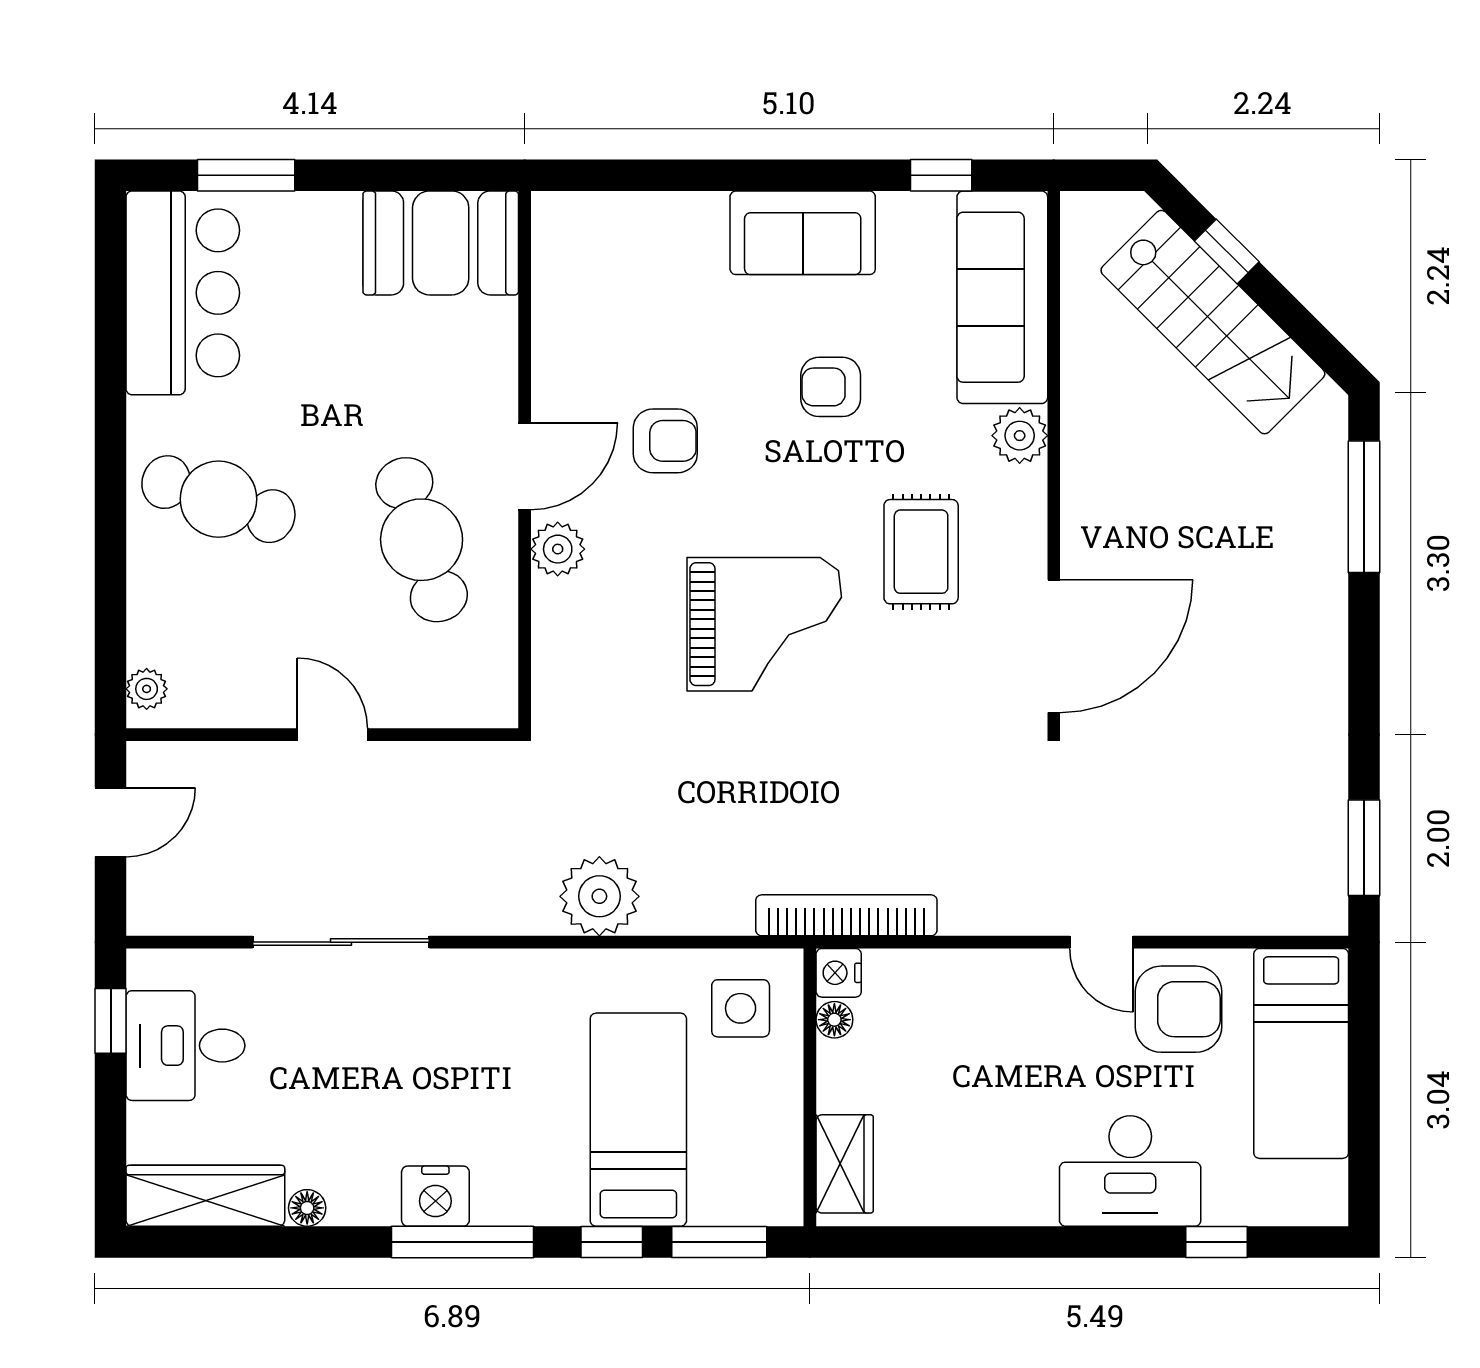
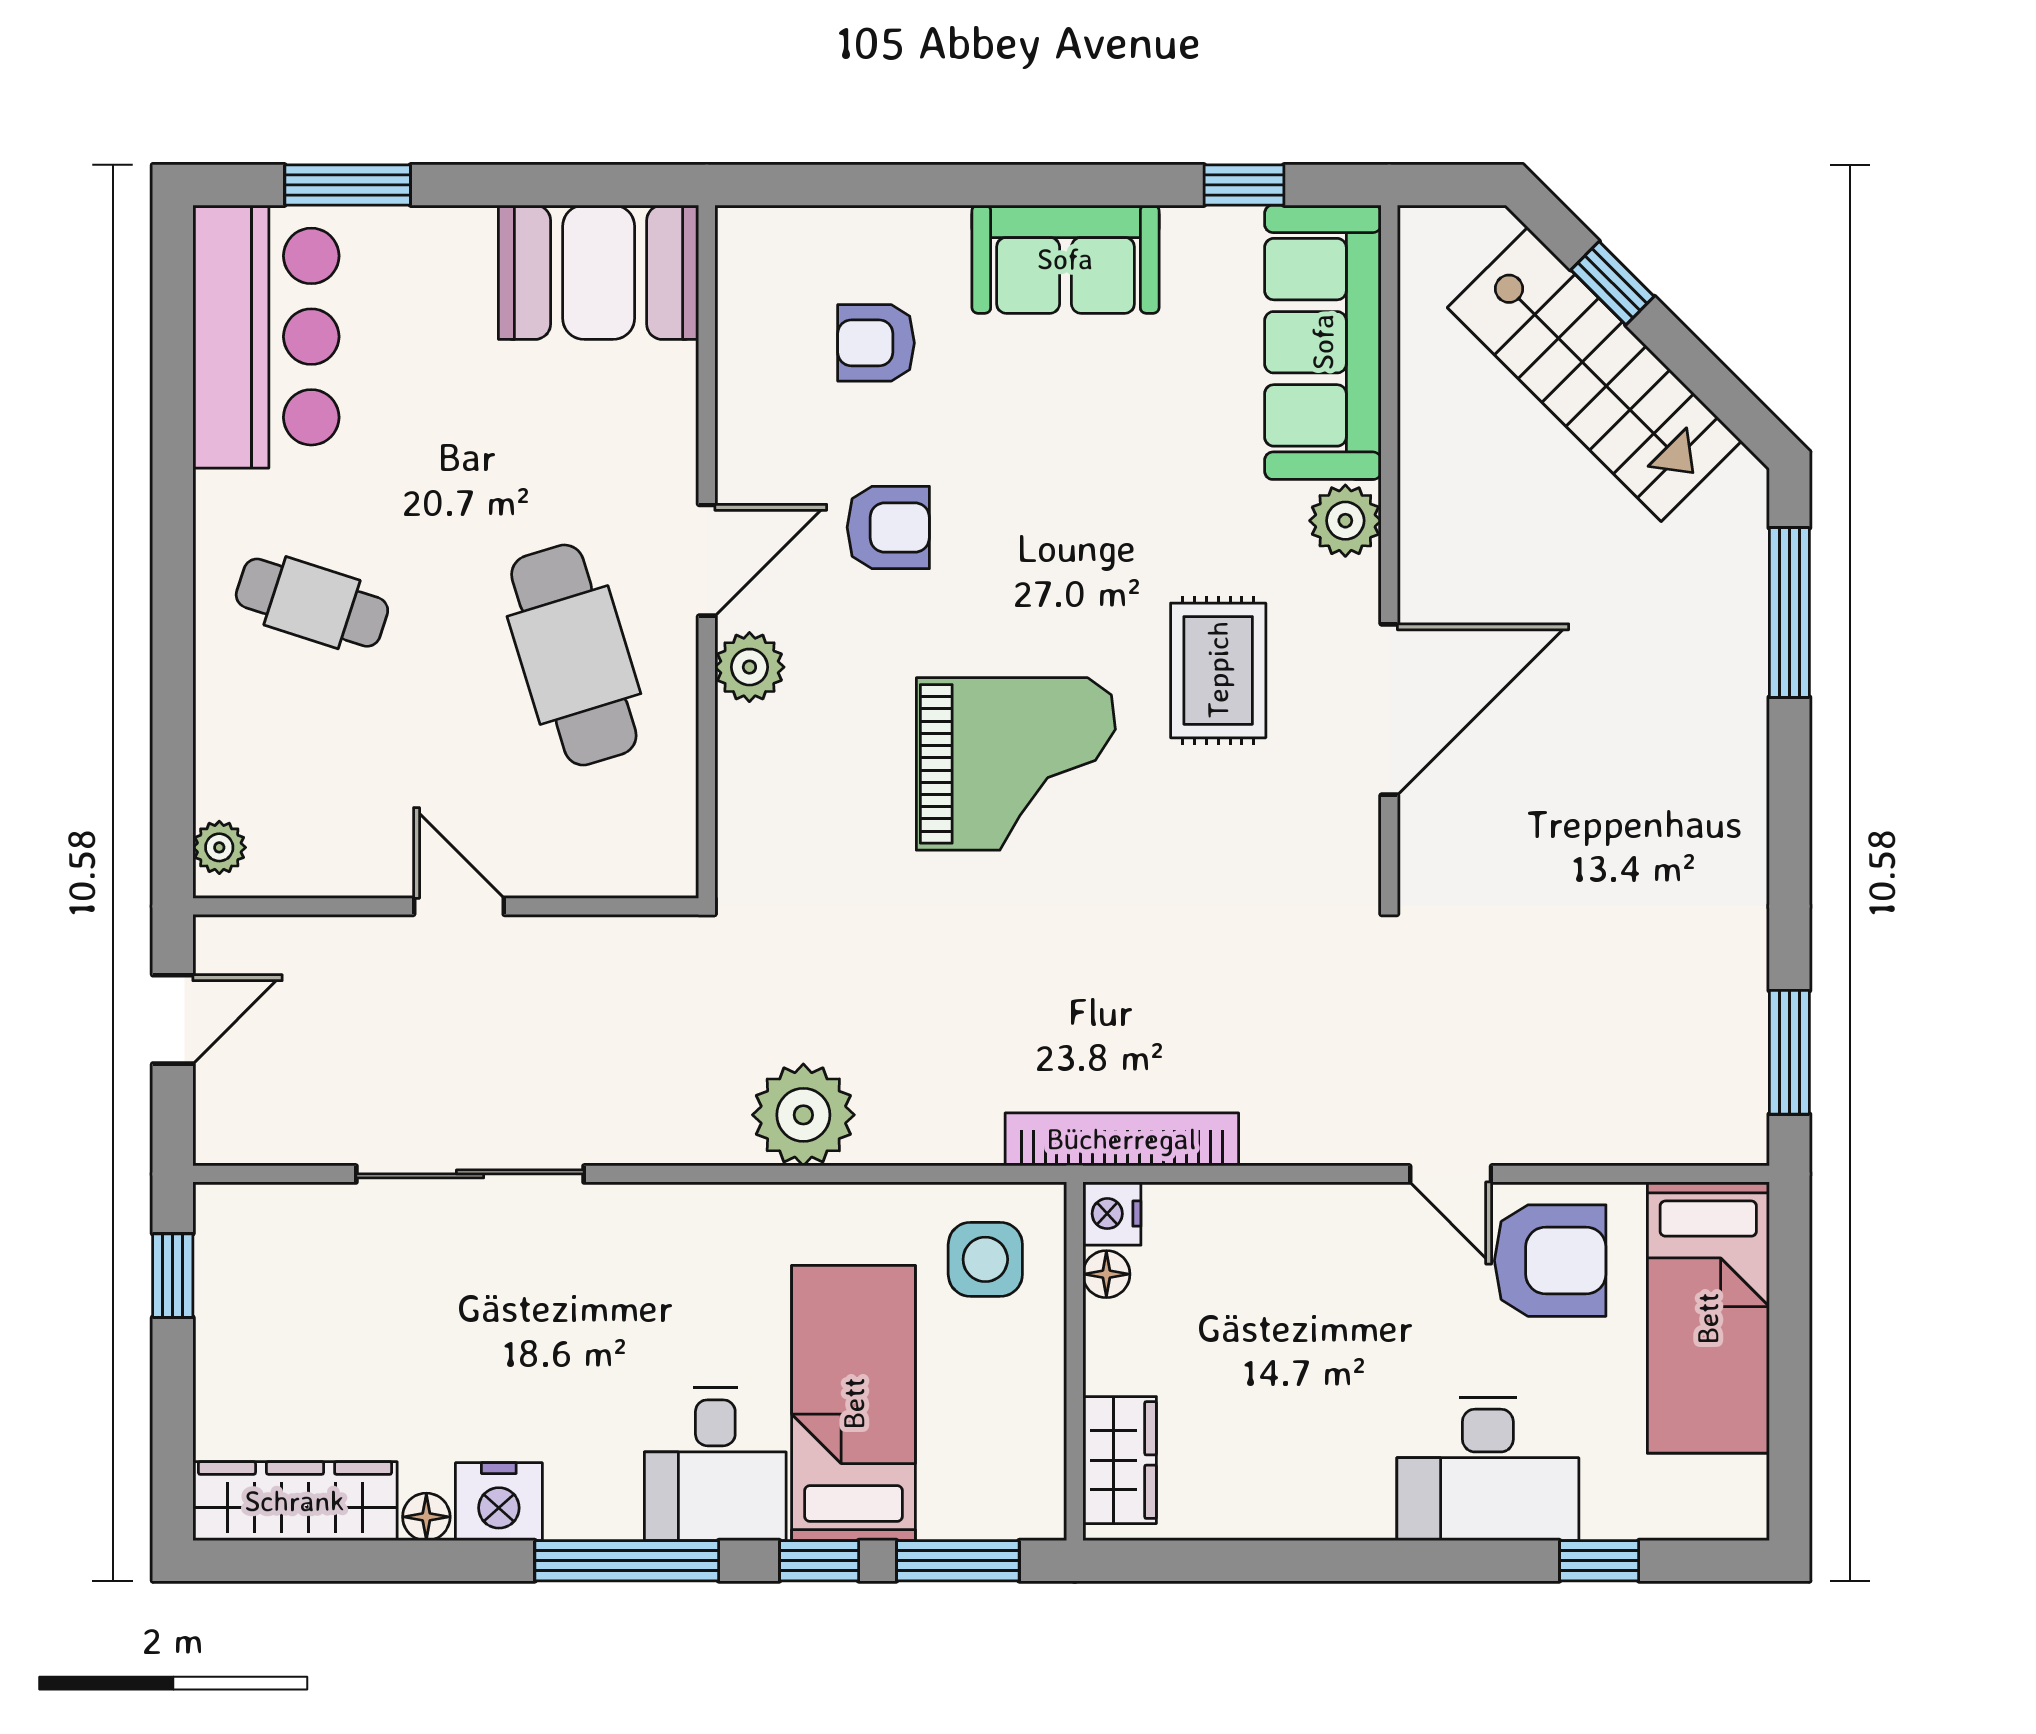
armchair: (831, 387) -> (876, 343), moved
cafe table: (218, 499) -> (312, 603), width x0.73, depth x0.74
door: (1054, 646) -> (1389, 710), moved
desk: (185, 1046) -> (715, 1464), moved, turned -90
nightstand: (435, 1196) -> (499, 1502), moved

